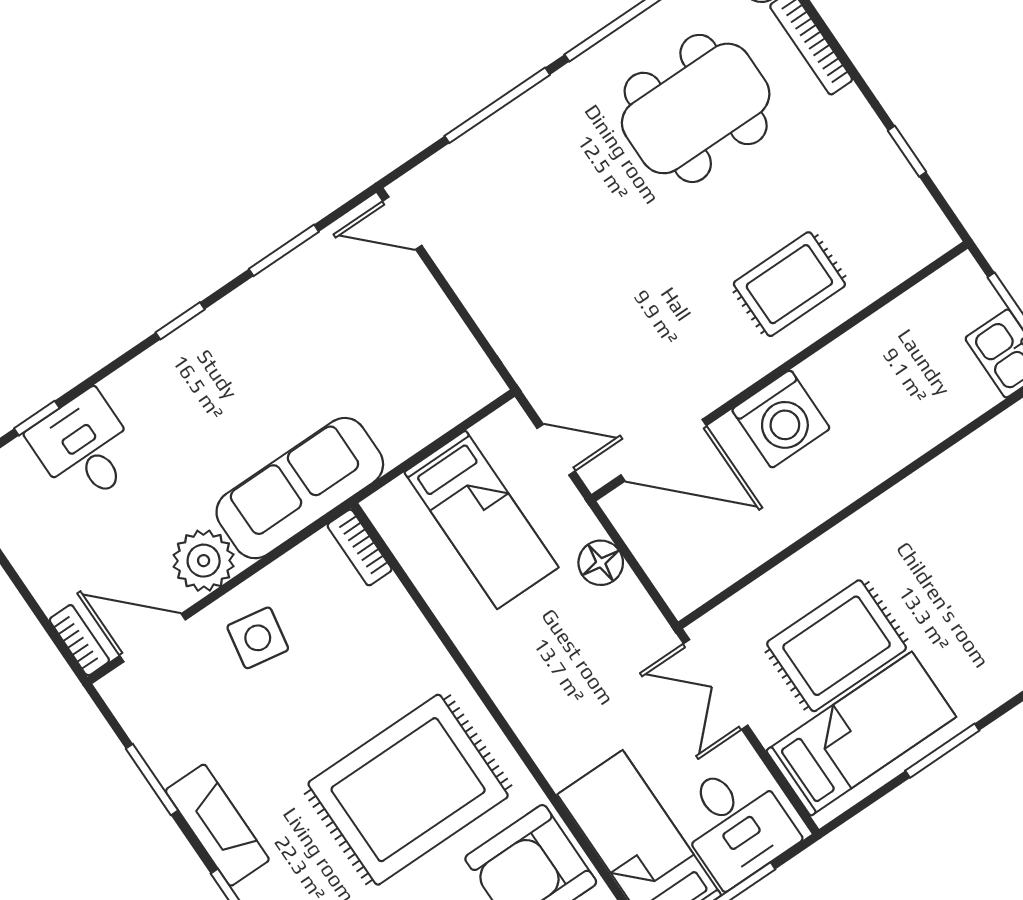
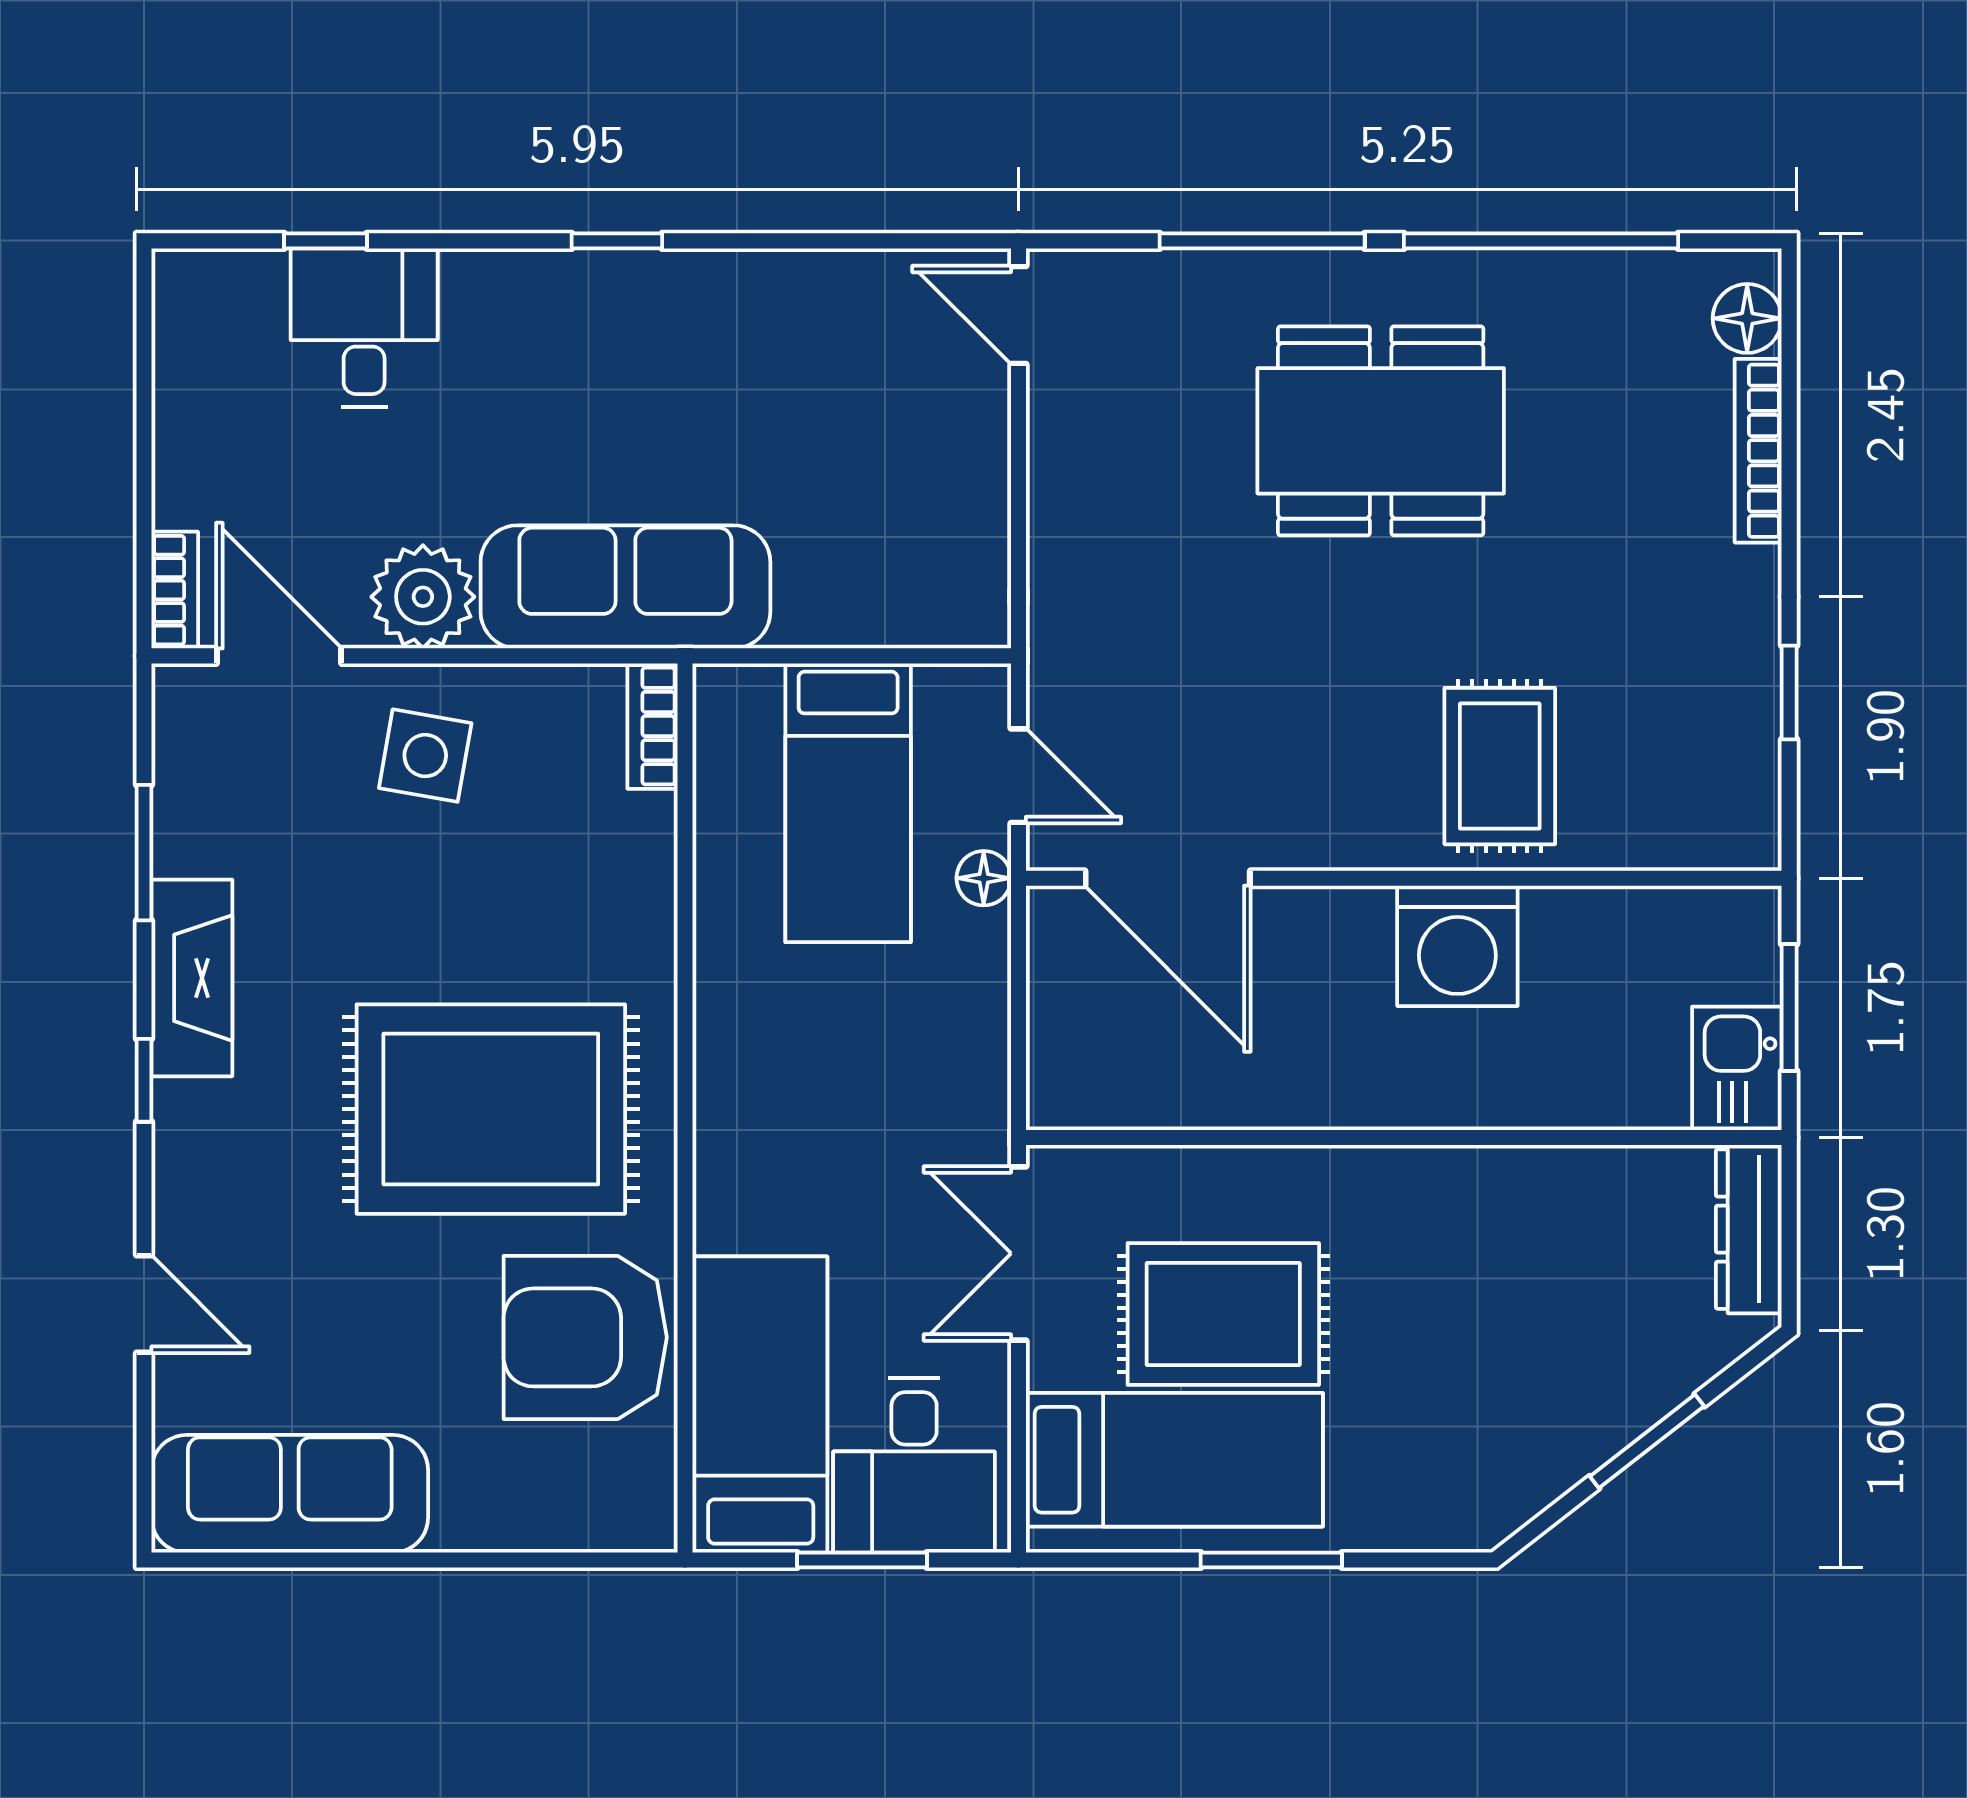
dining table: (696, 108) -> (1381, 431), moved
window: (284, 250) -> (828, 241), removed
rug: (789, 284) -> (1500, 766), turned 90
washing machine: (781, 419) -> (1457, 946), moved
floor lamp: (601, 563) -> (984, 878), moved, width x0.73, depth x0.73

